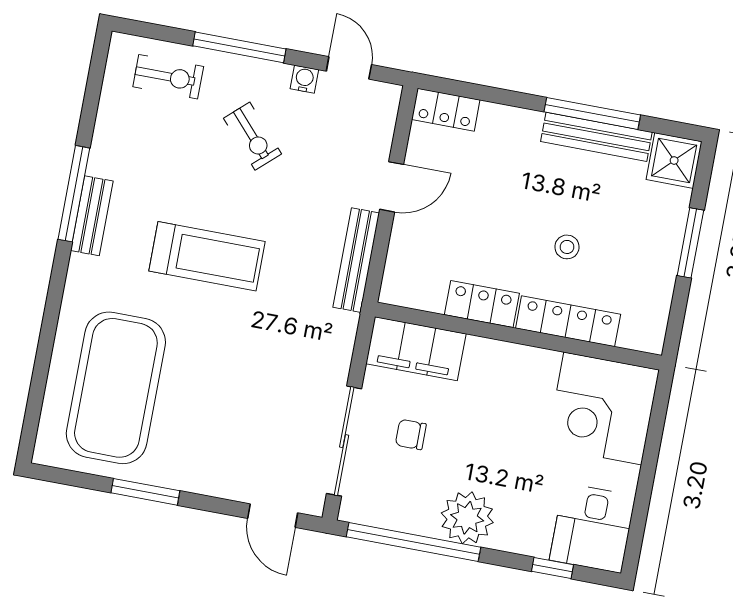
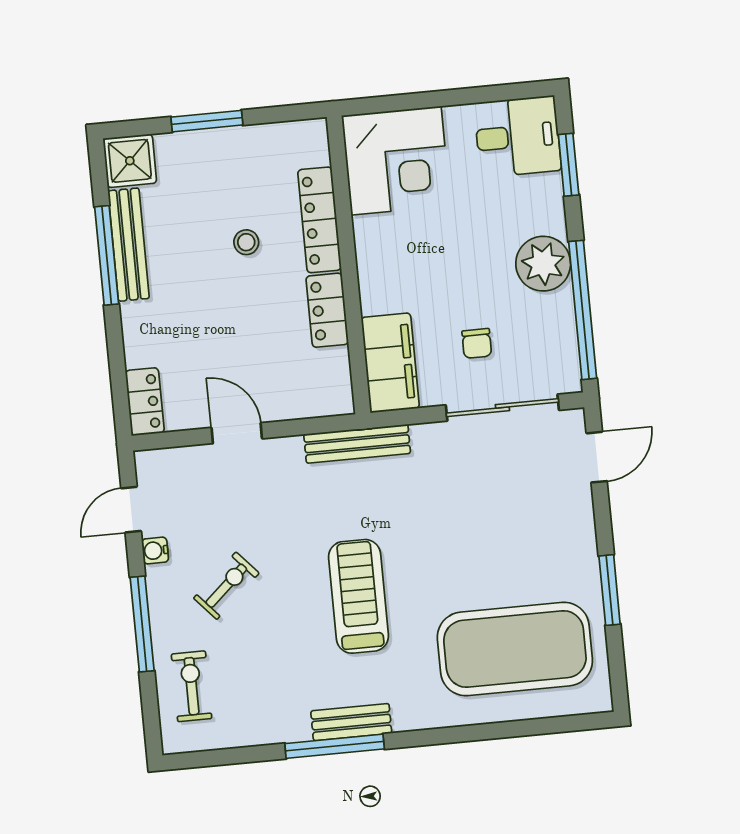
bench: (356, 260) -> (357, 444), moved
window: (552, 568) -> (569, 165), width x1.50

